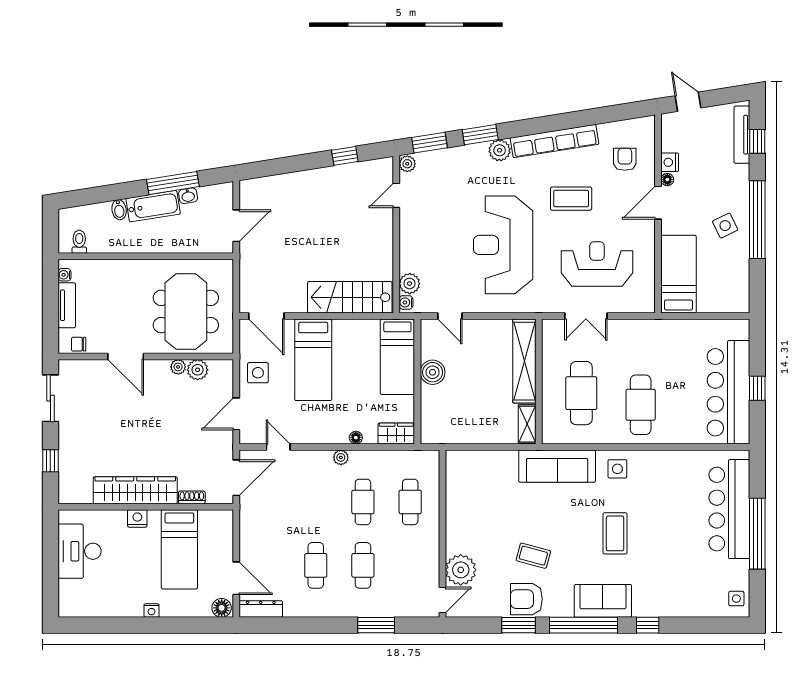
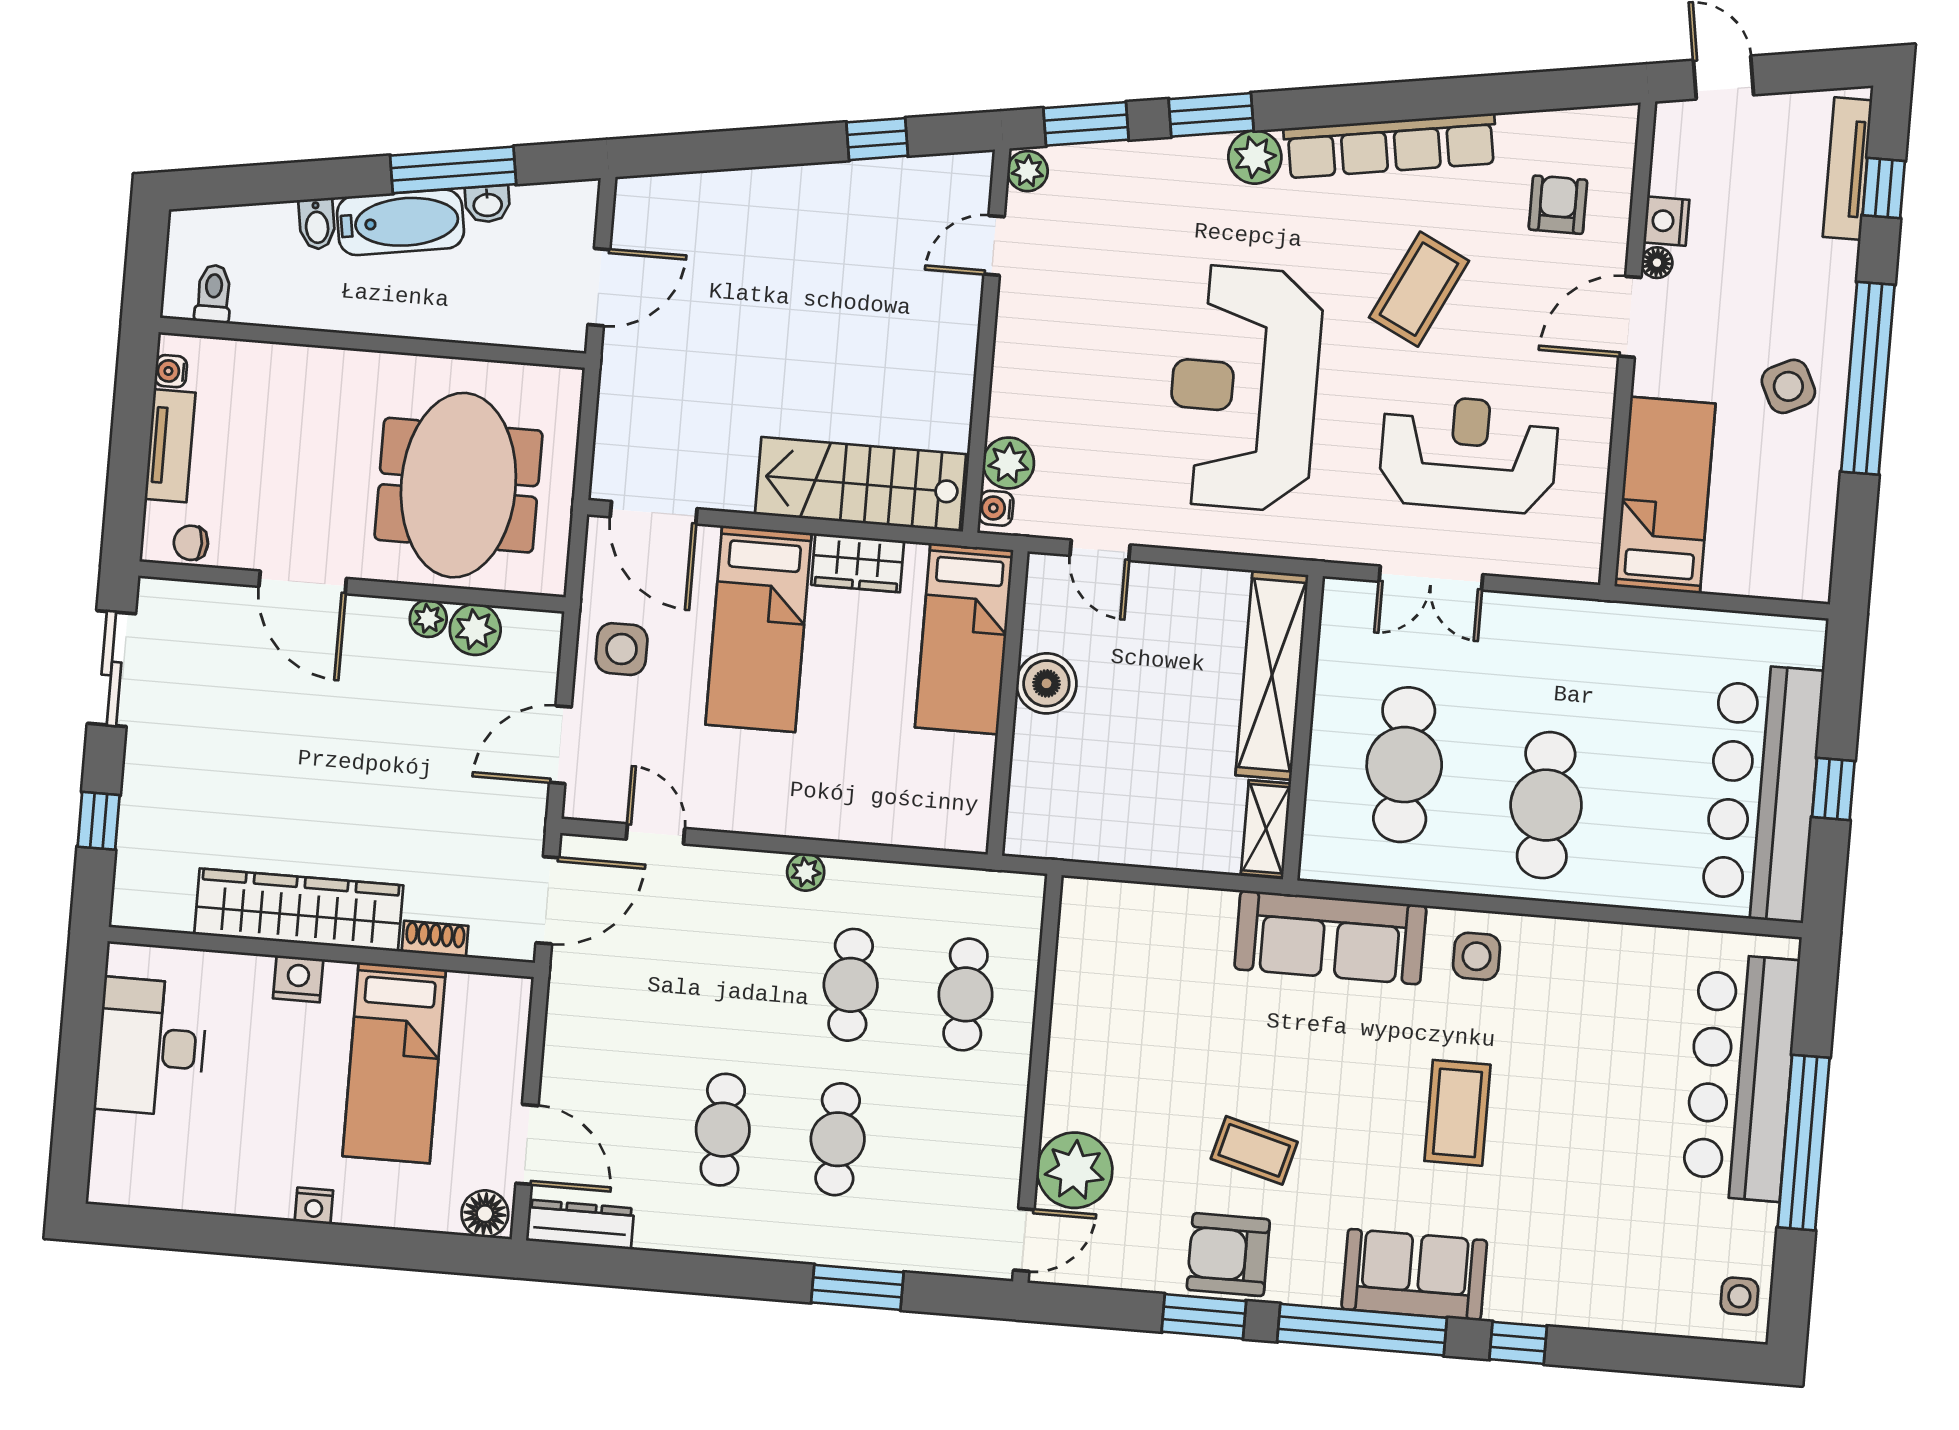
coffee table: (571, 199) -> (1419, 289), turned -64
wardrobe: (396, 434) -> (858, 563), moved, turned 180
floor lamp: (356, 438) -> (846, 827), removed

